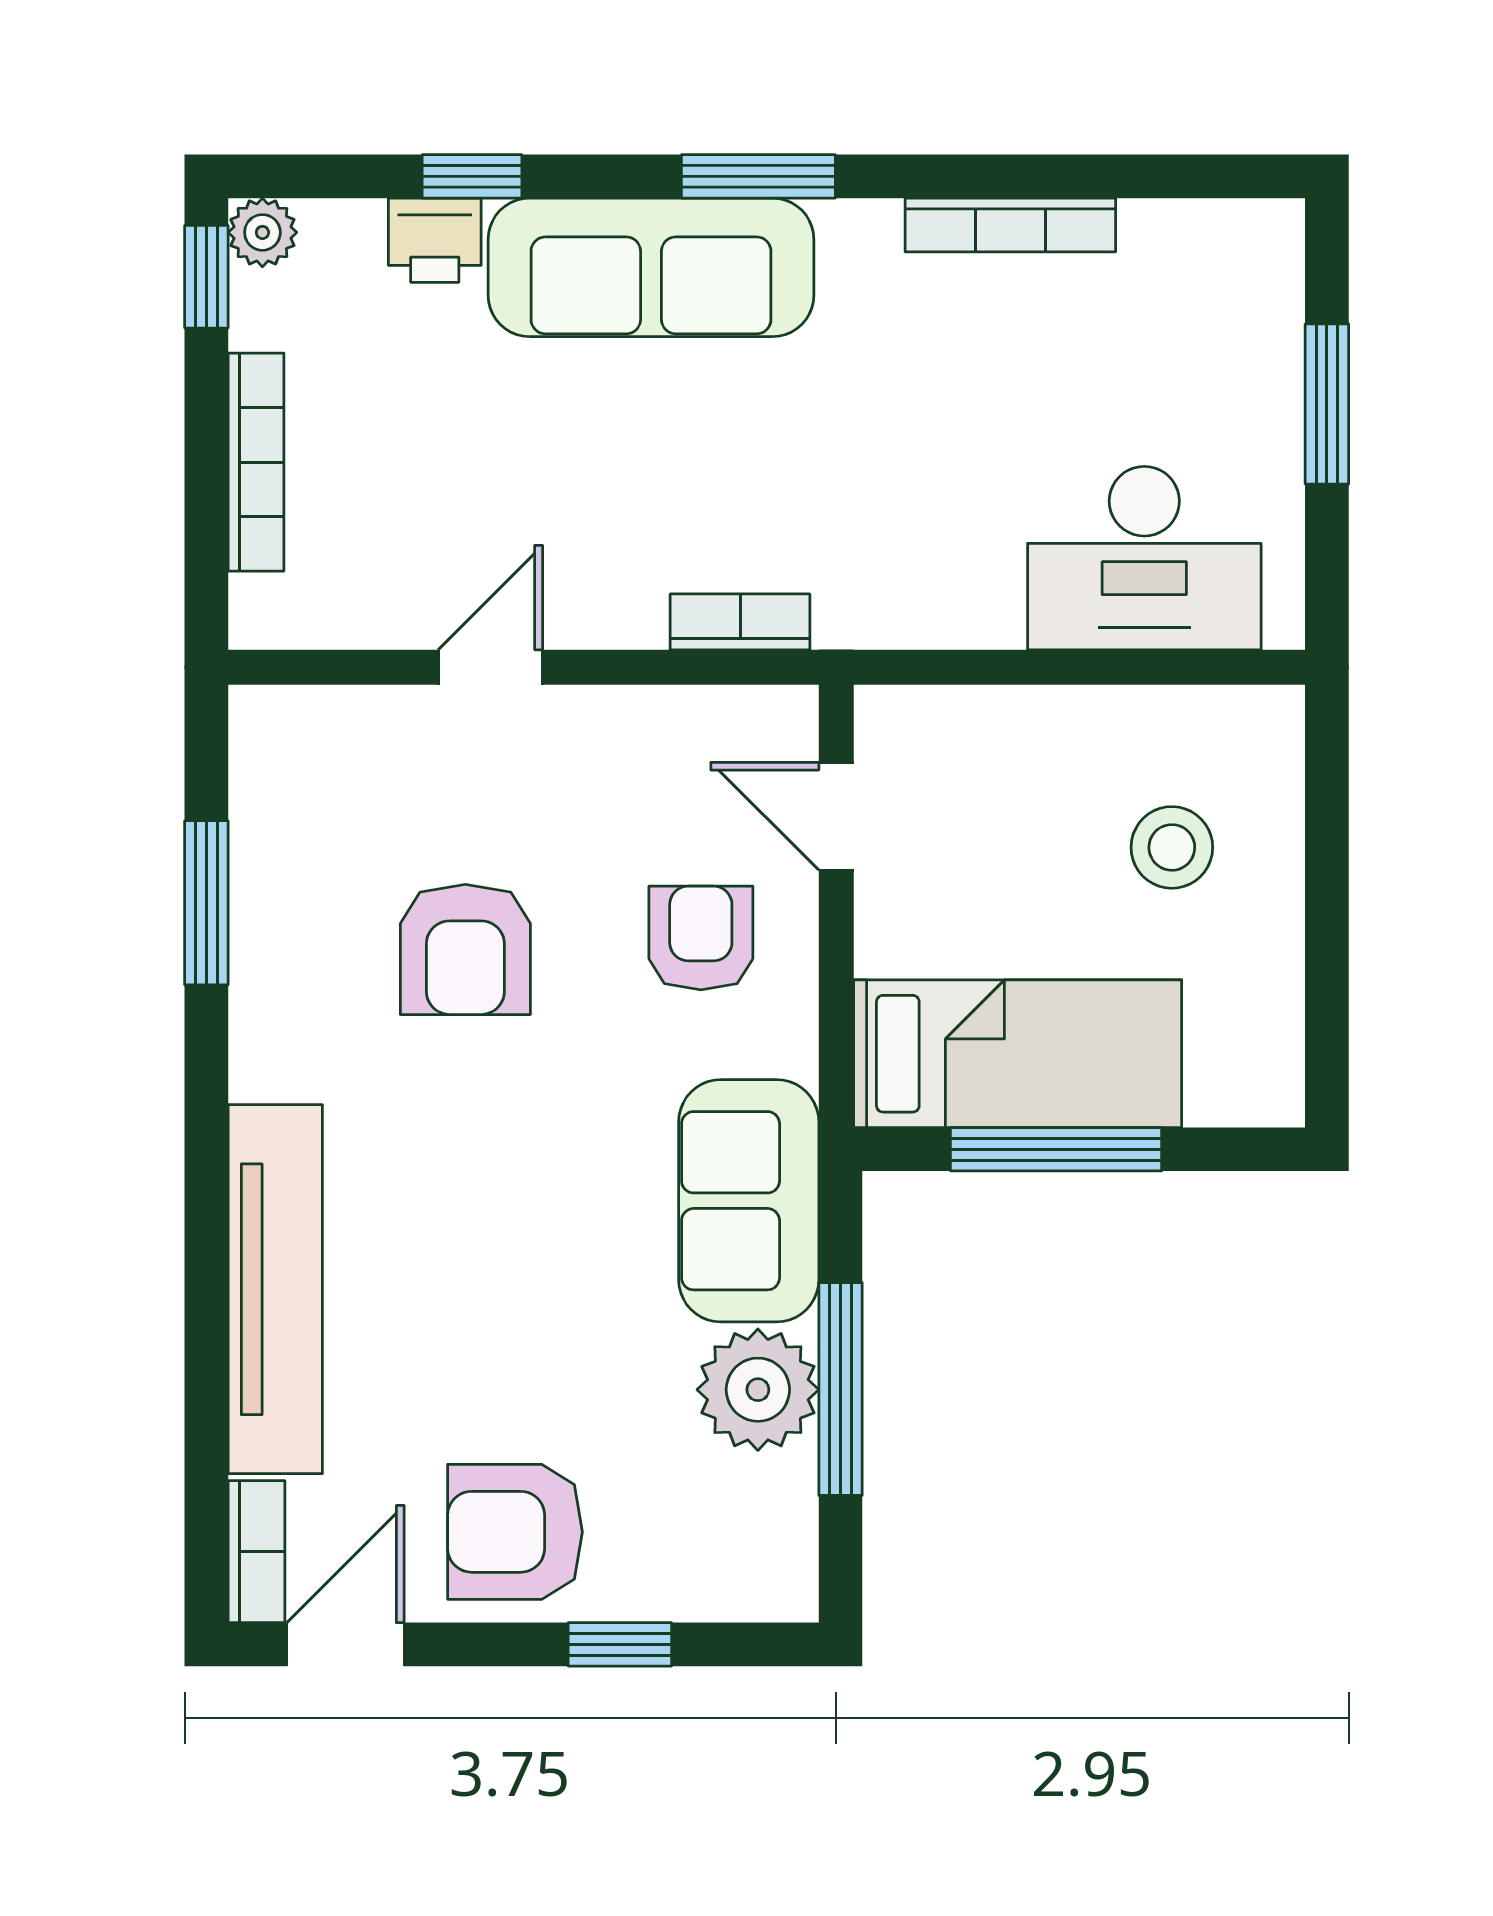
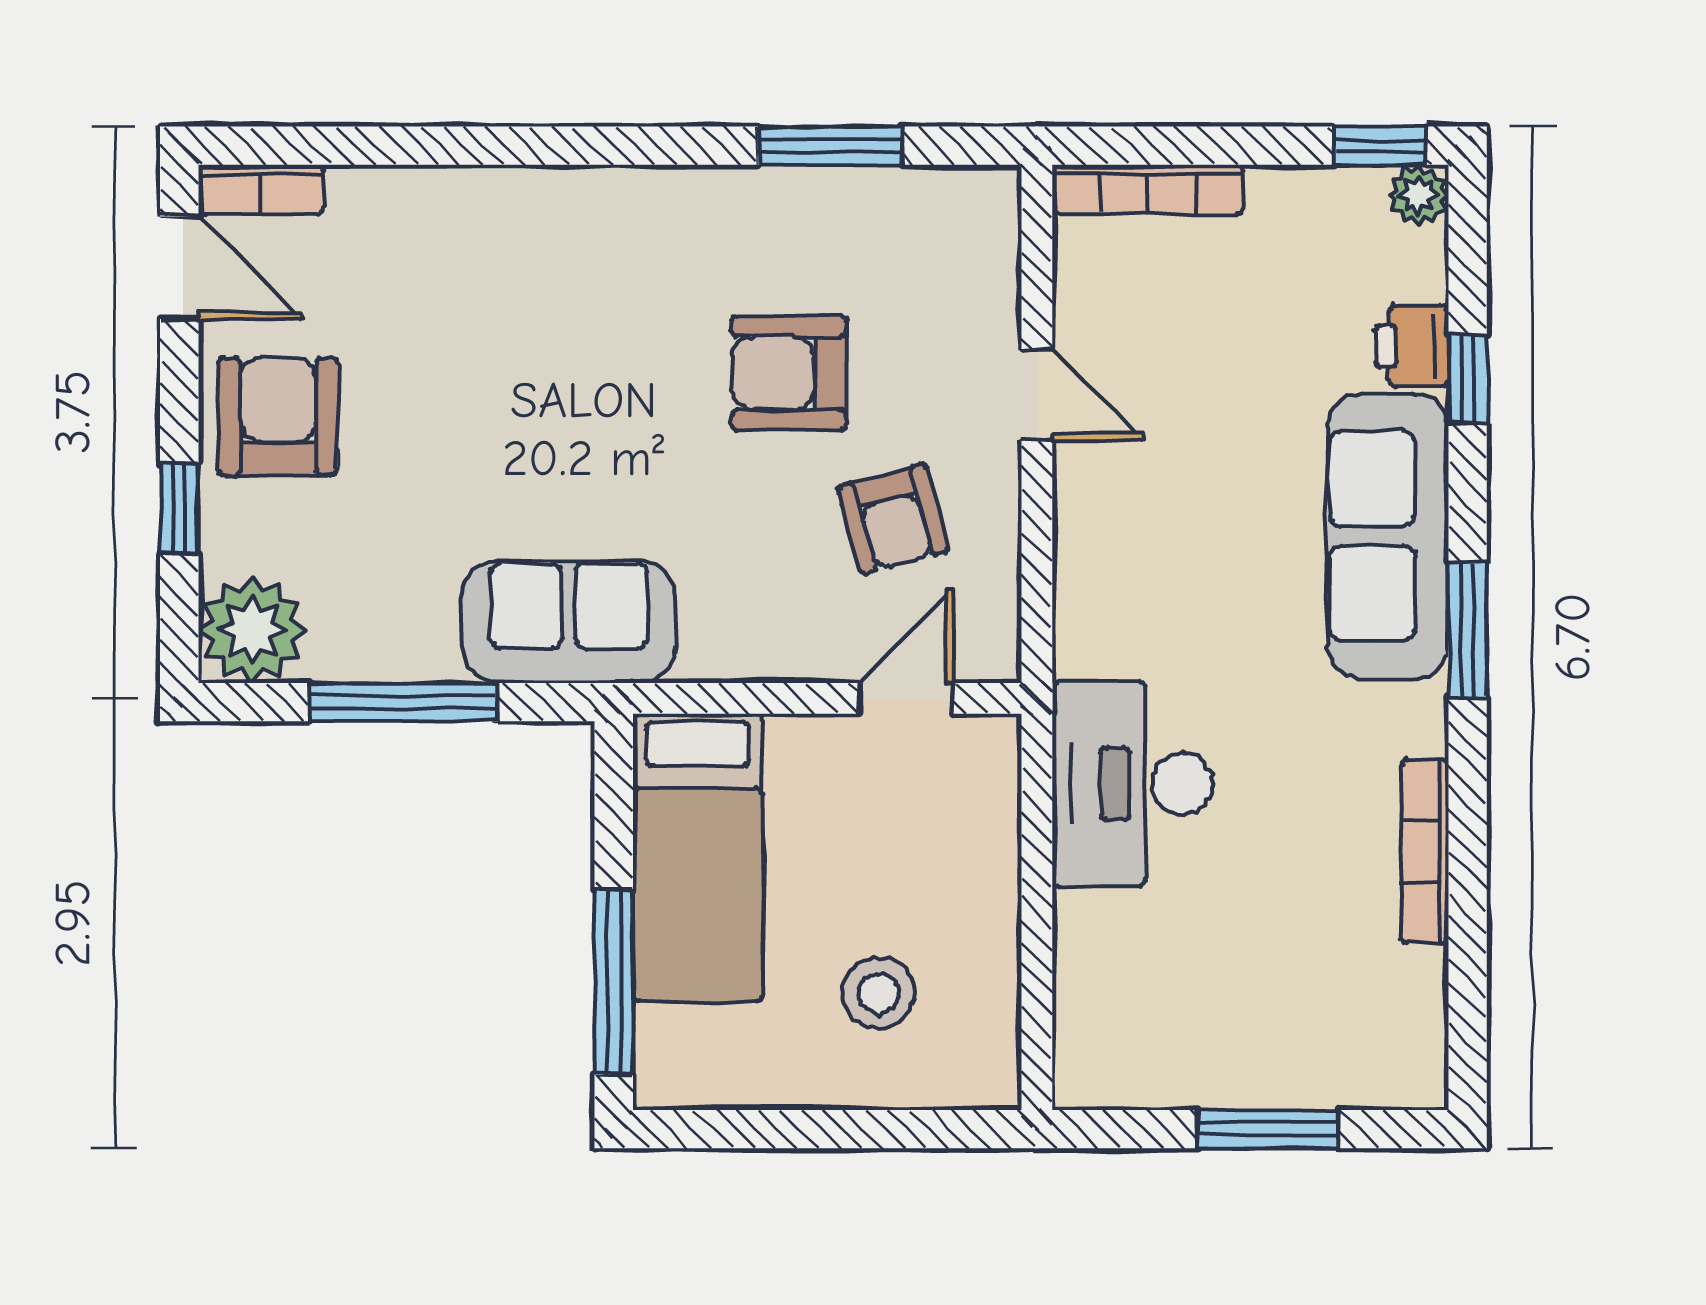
bookcase: (256, 462) -> (1148, 189), moved
desk: (1144, 558) -> (1133, 784), moved
bookcase: (740, 622) -> (1077, 614), removed
armchair: (701, 938) -> (893, 519), moved, turned 75
window: (1056, 1149) -> (614, 982), moved
tv unit: (275, 1289) -> (491, 206), removed
plant: (758, 1390) -> (252, 630), moved

